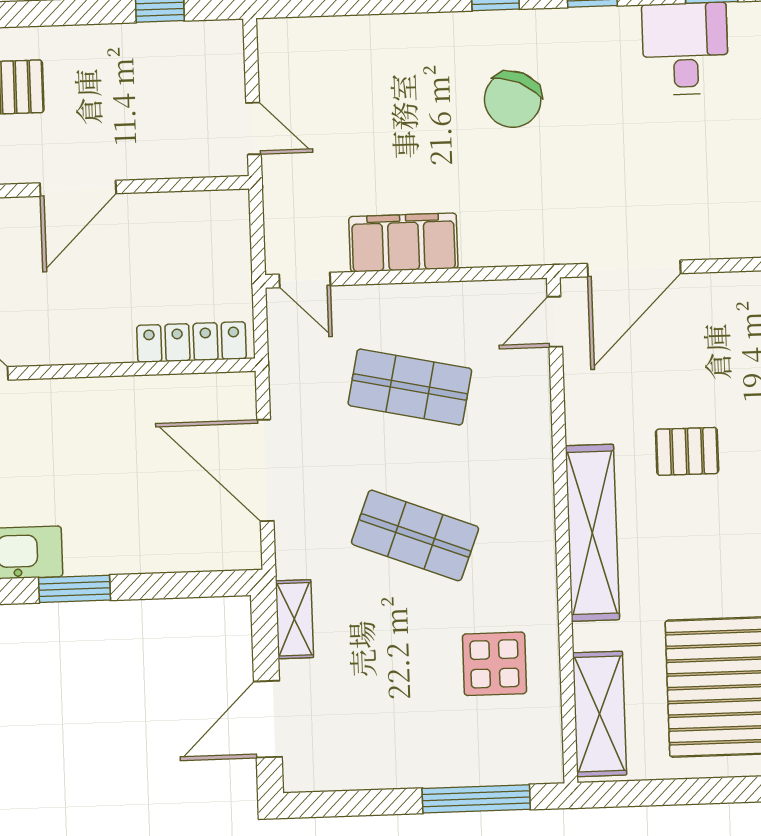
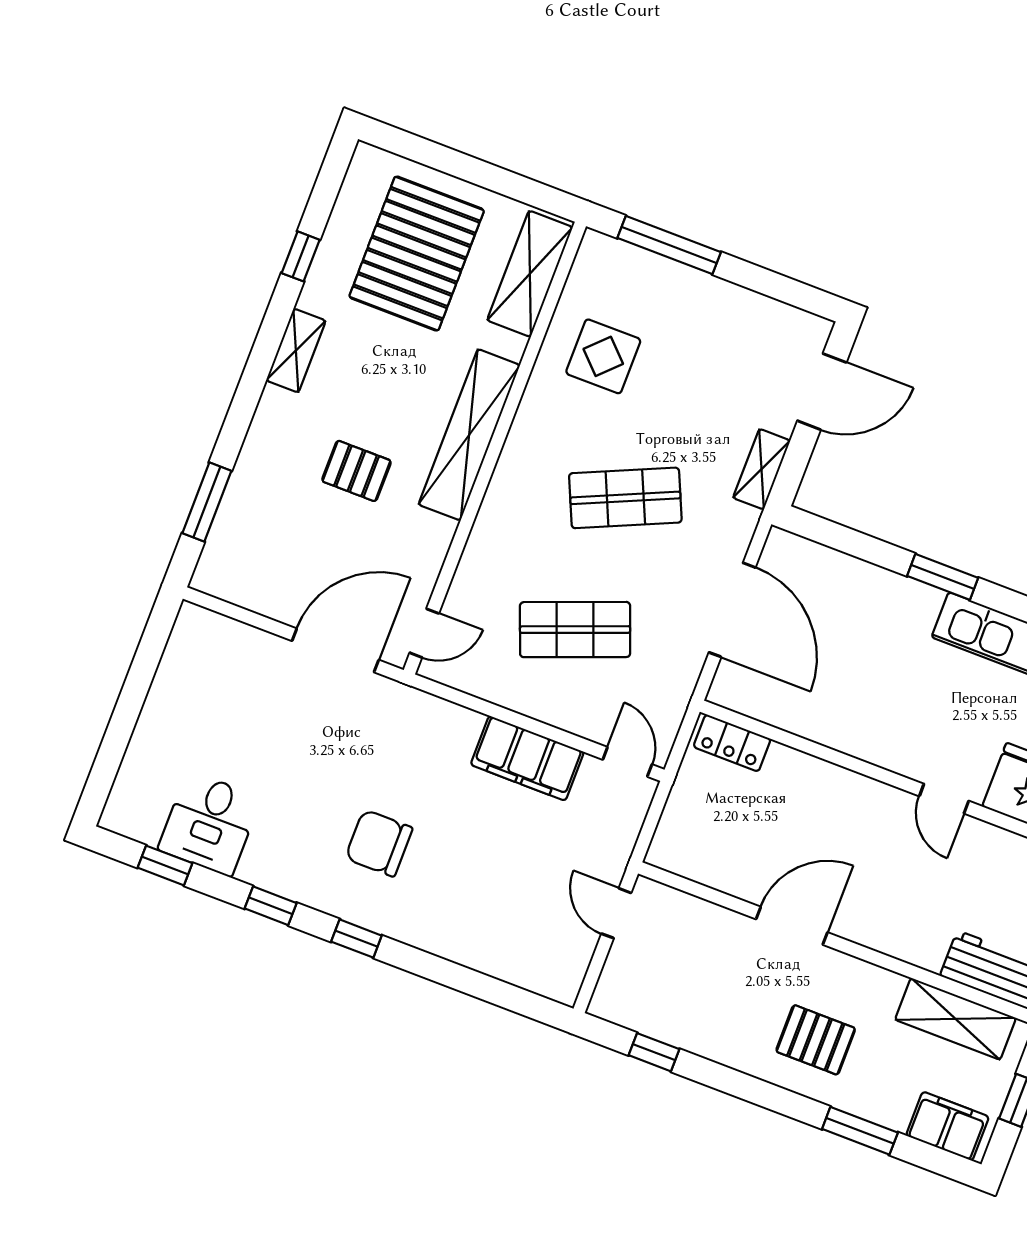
chair: (513, 99) -> (379, 843), turned -114
locker: (191, 342) -> (732, 743), width x0.66
shop shelf: (410, 387) -> (575, 630), turned -33
shop shelf: (415, 535) -> (625, 498), turned -45

